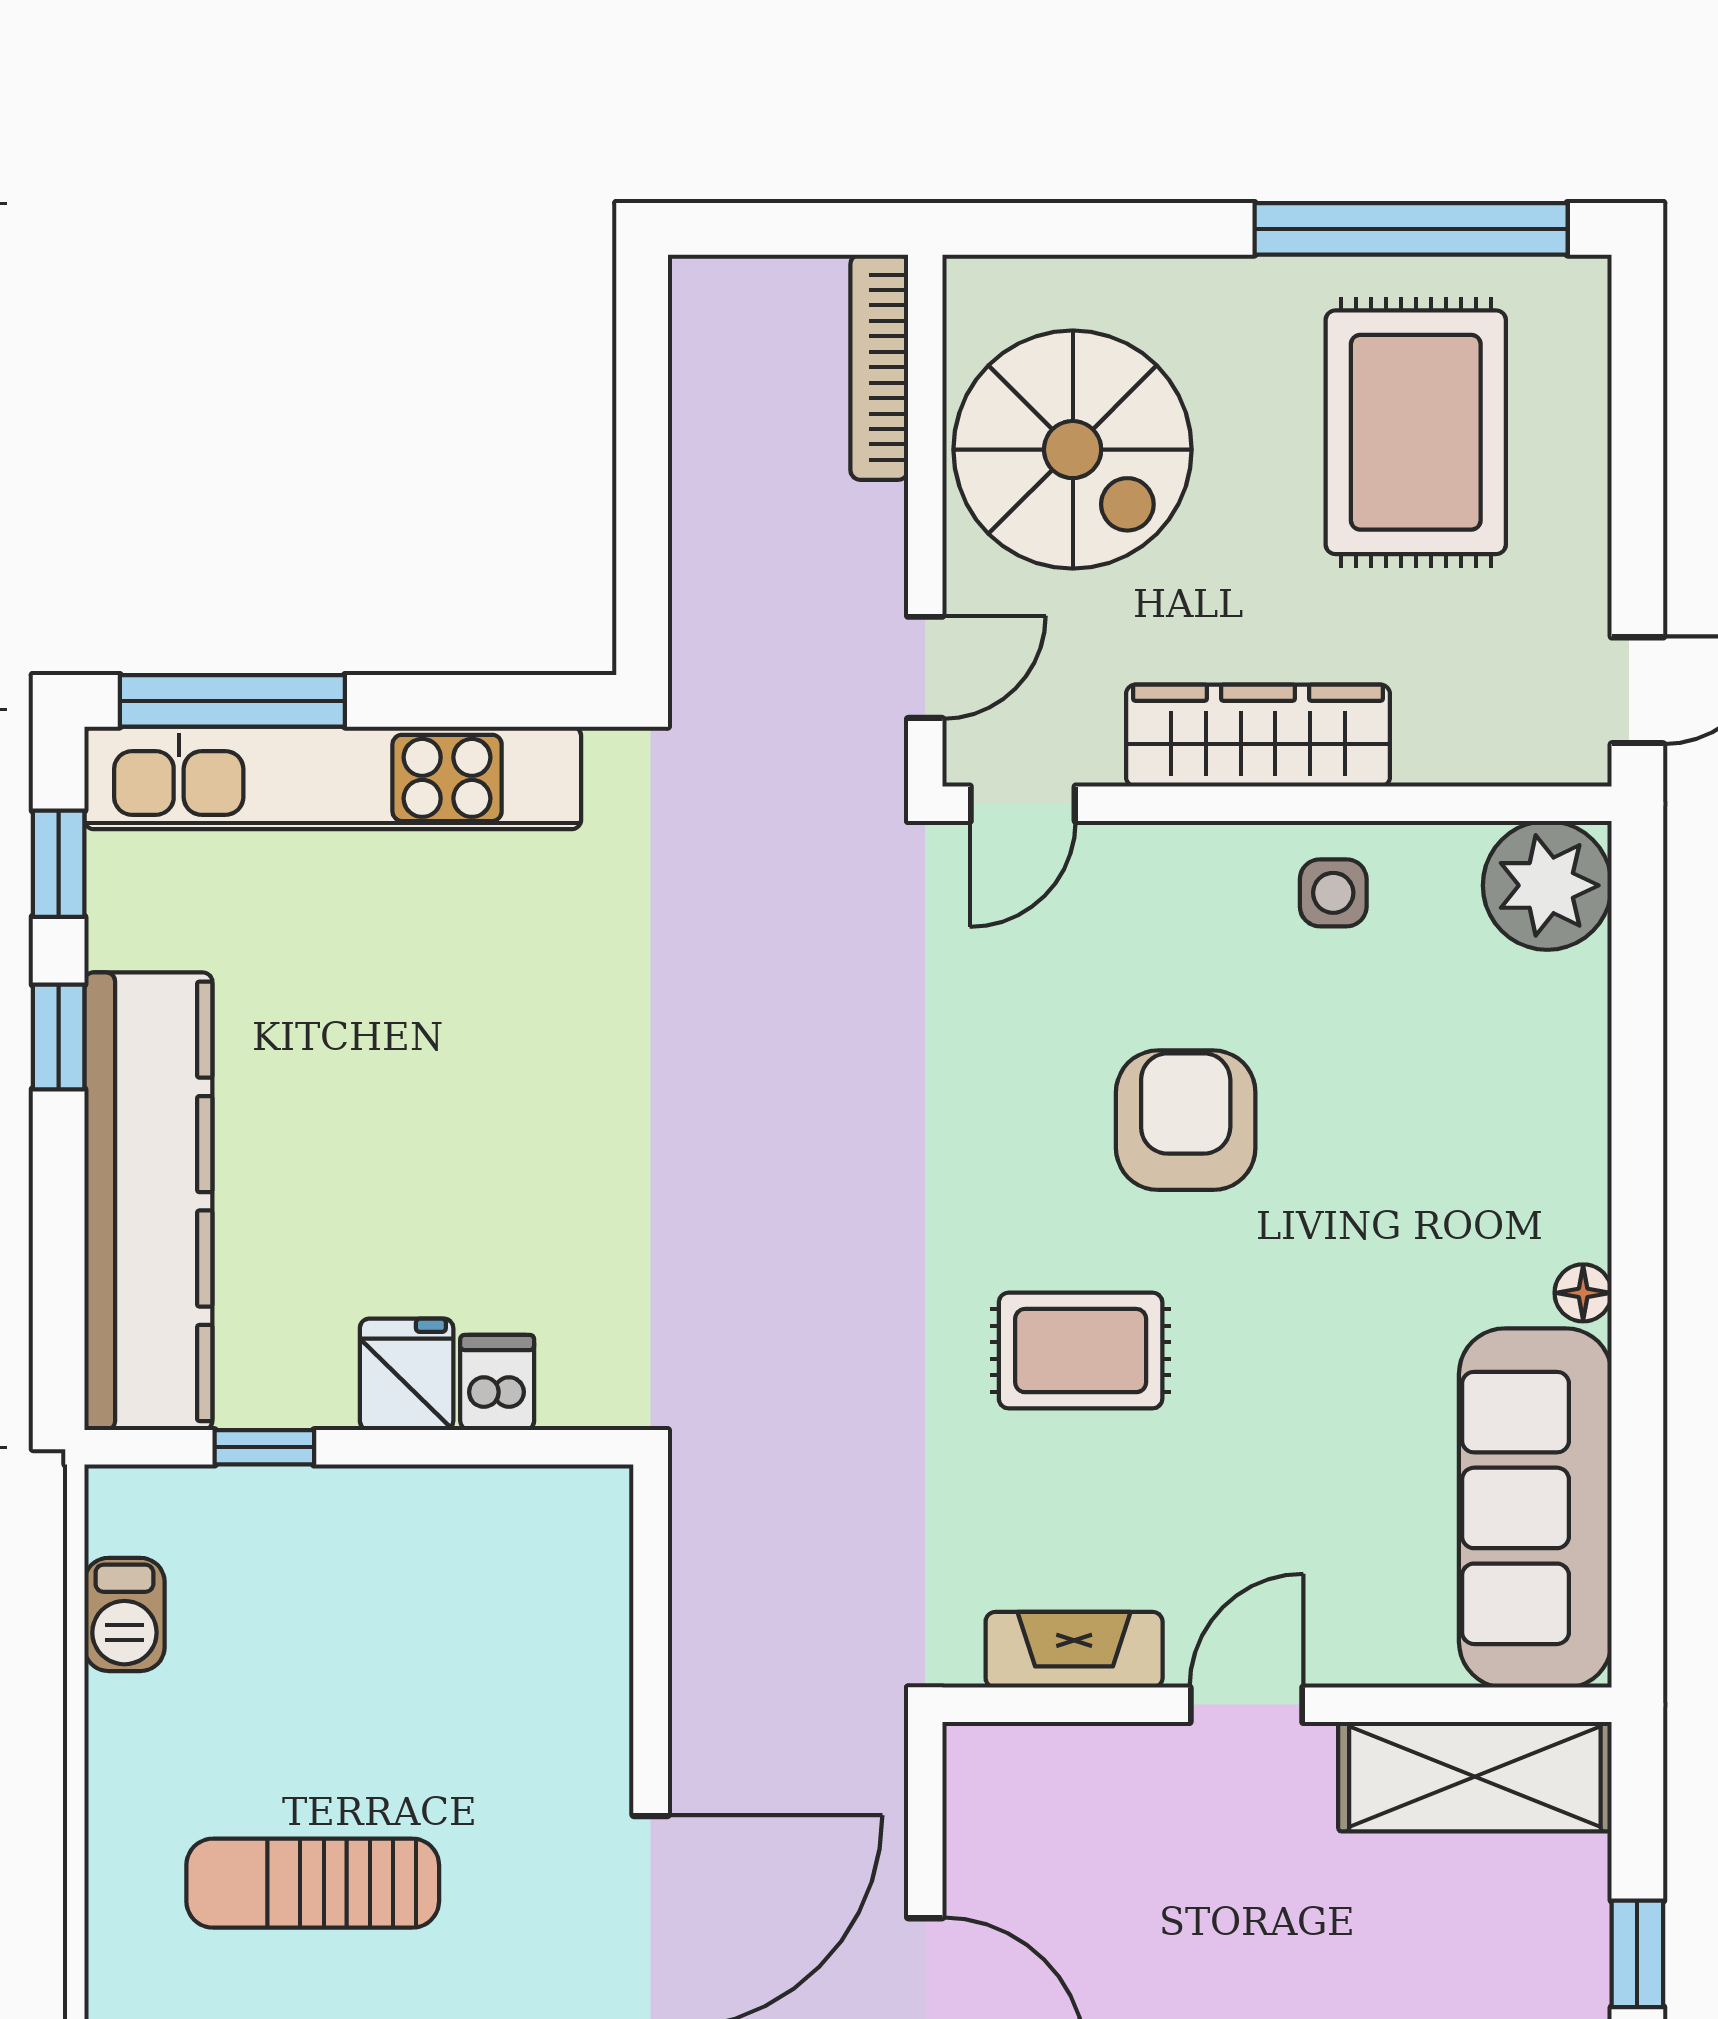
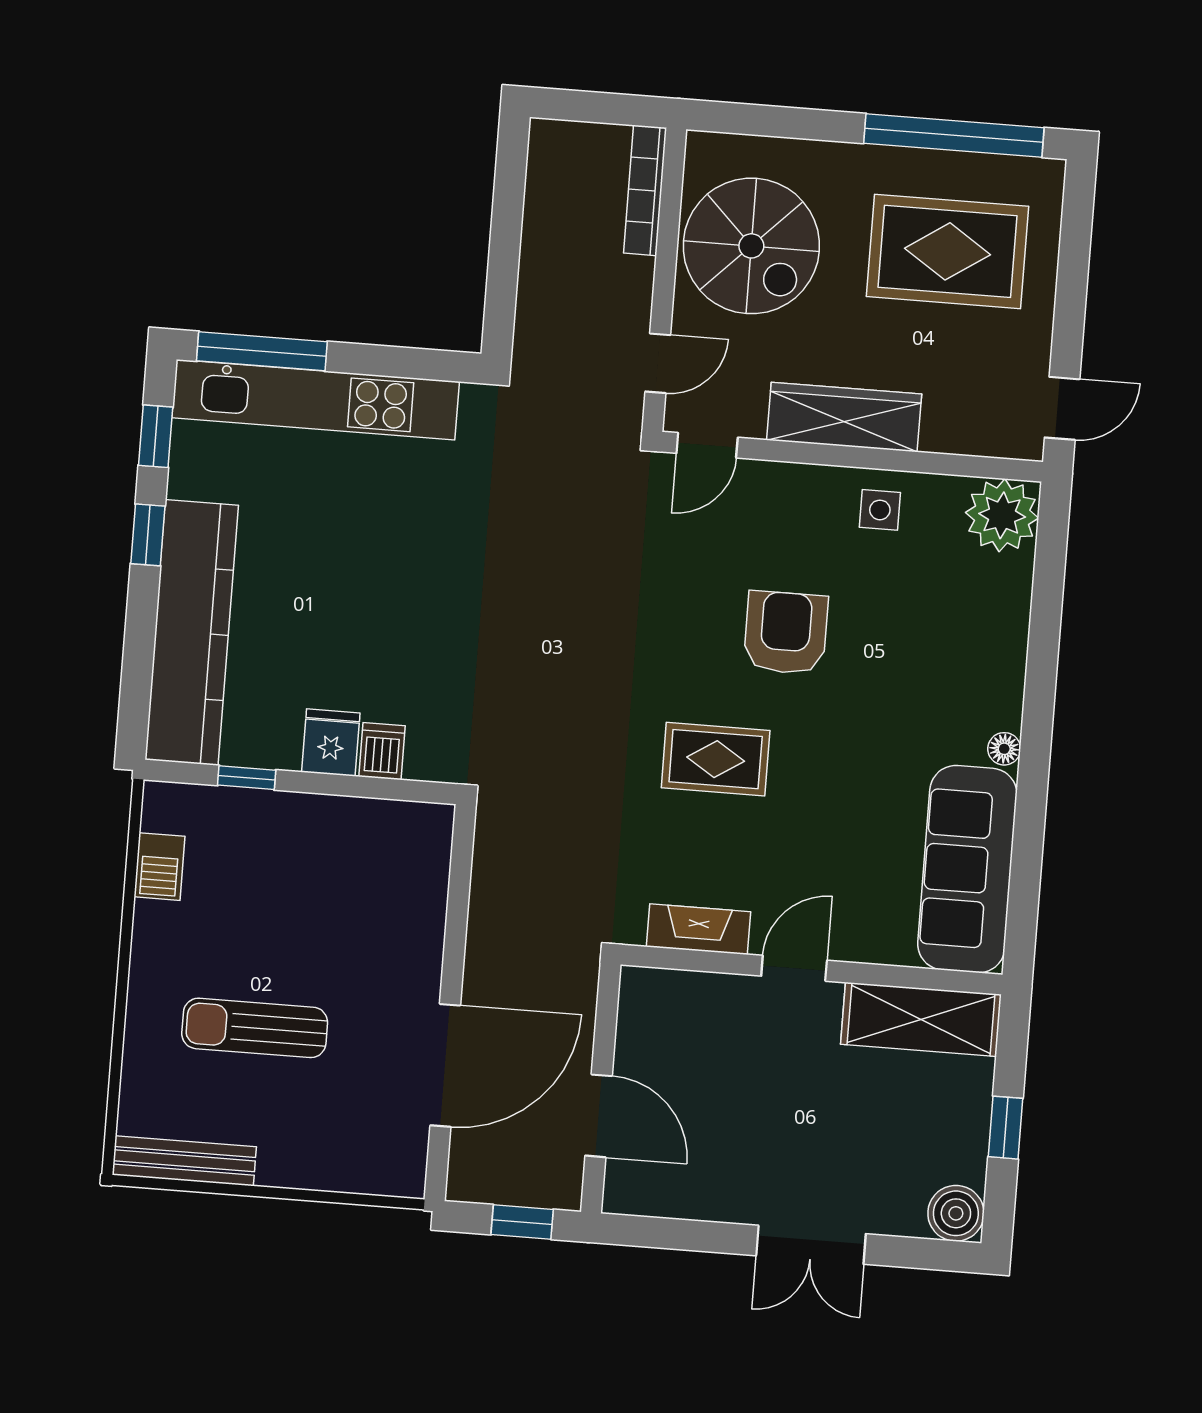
rug: (1416, 432) -> (947, 251), turned 90

